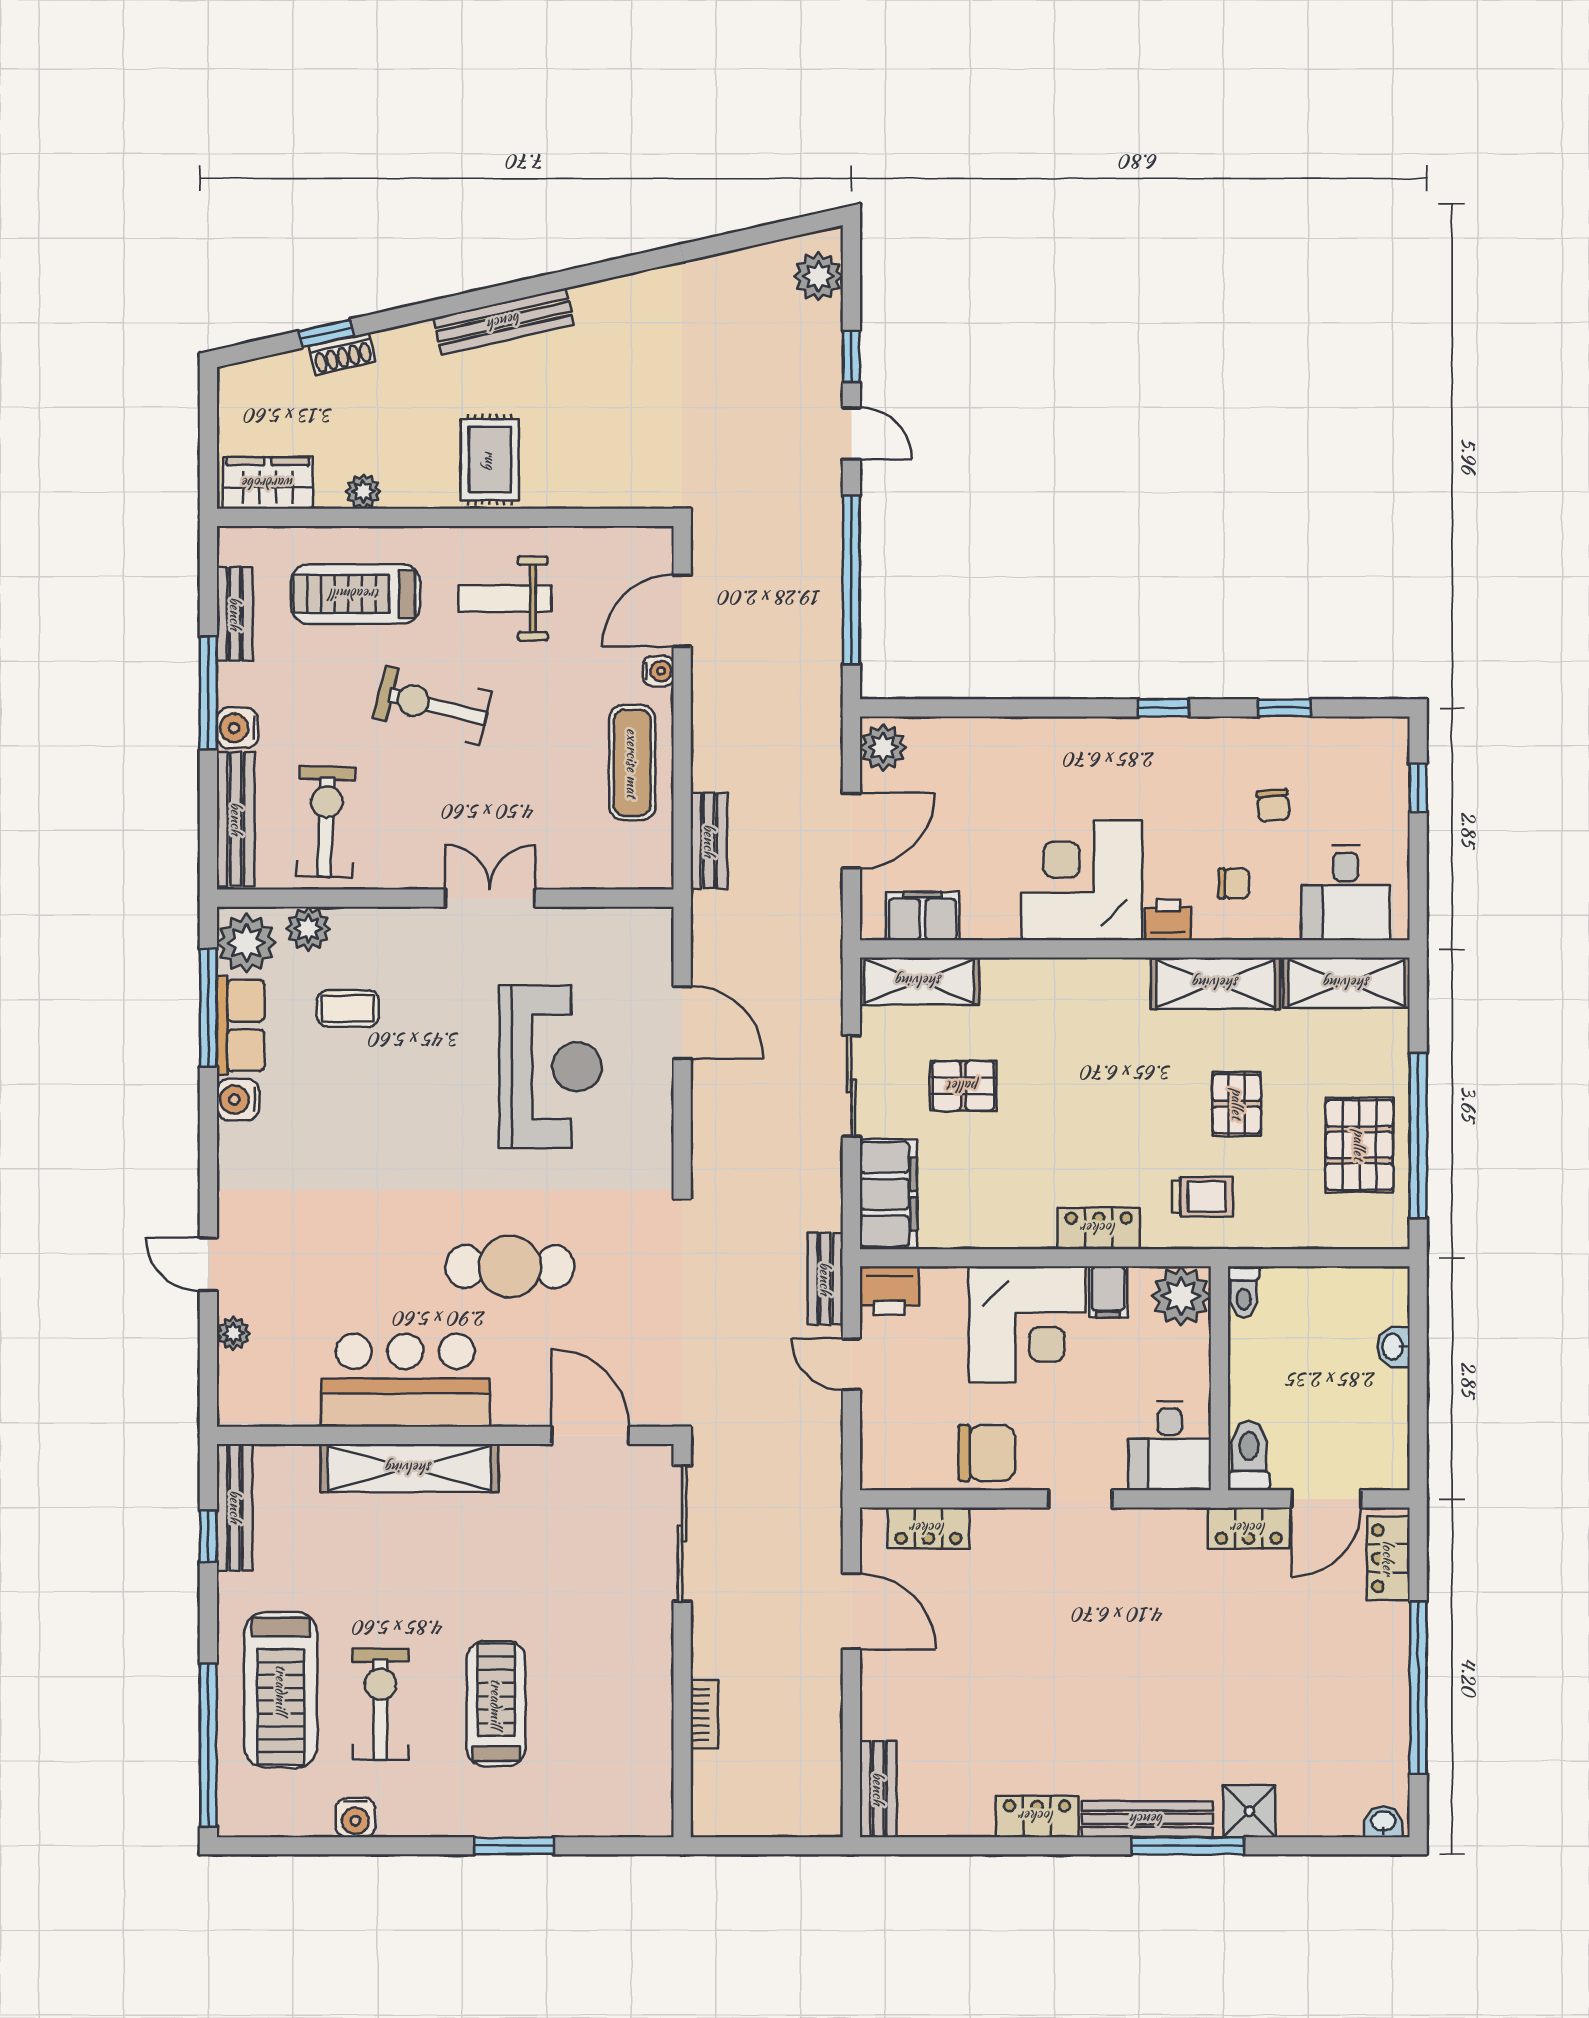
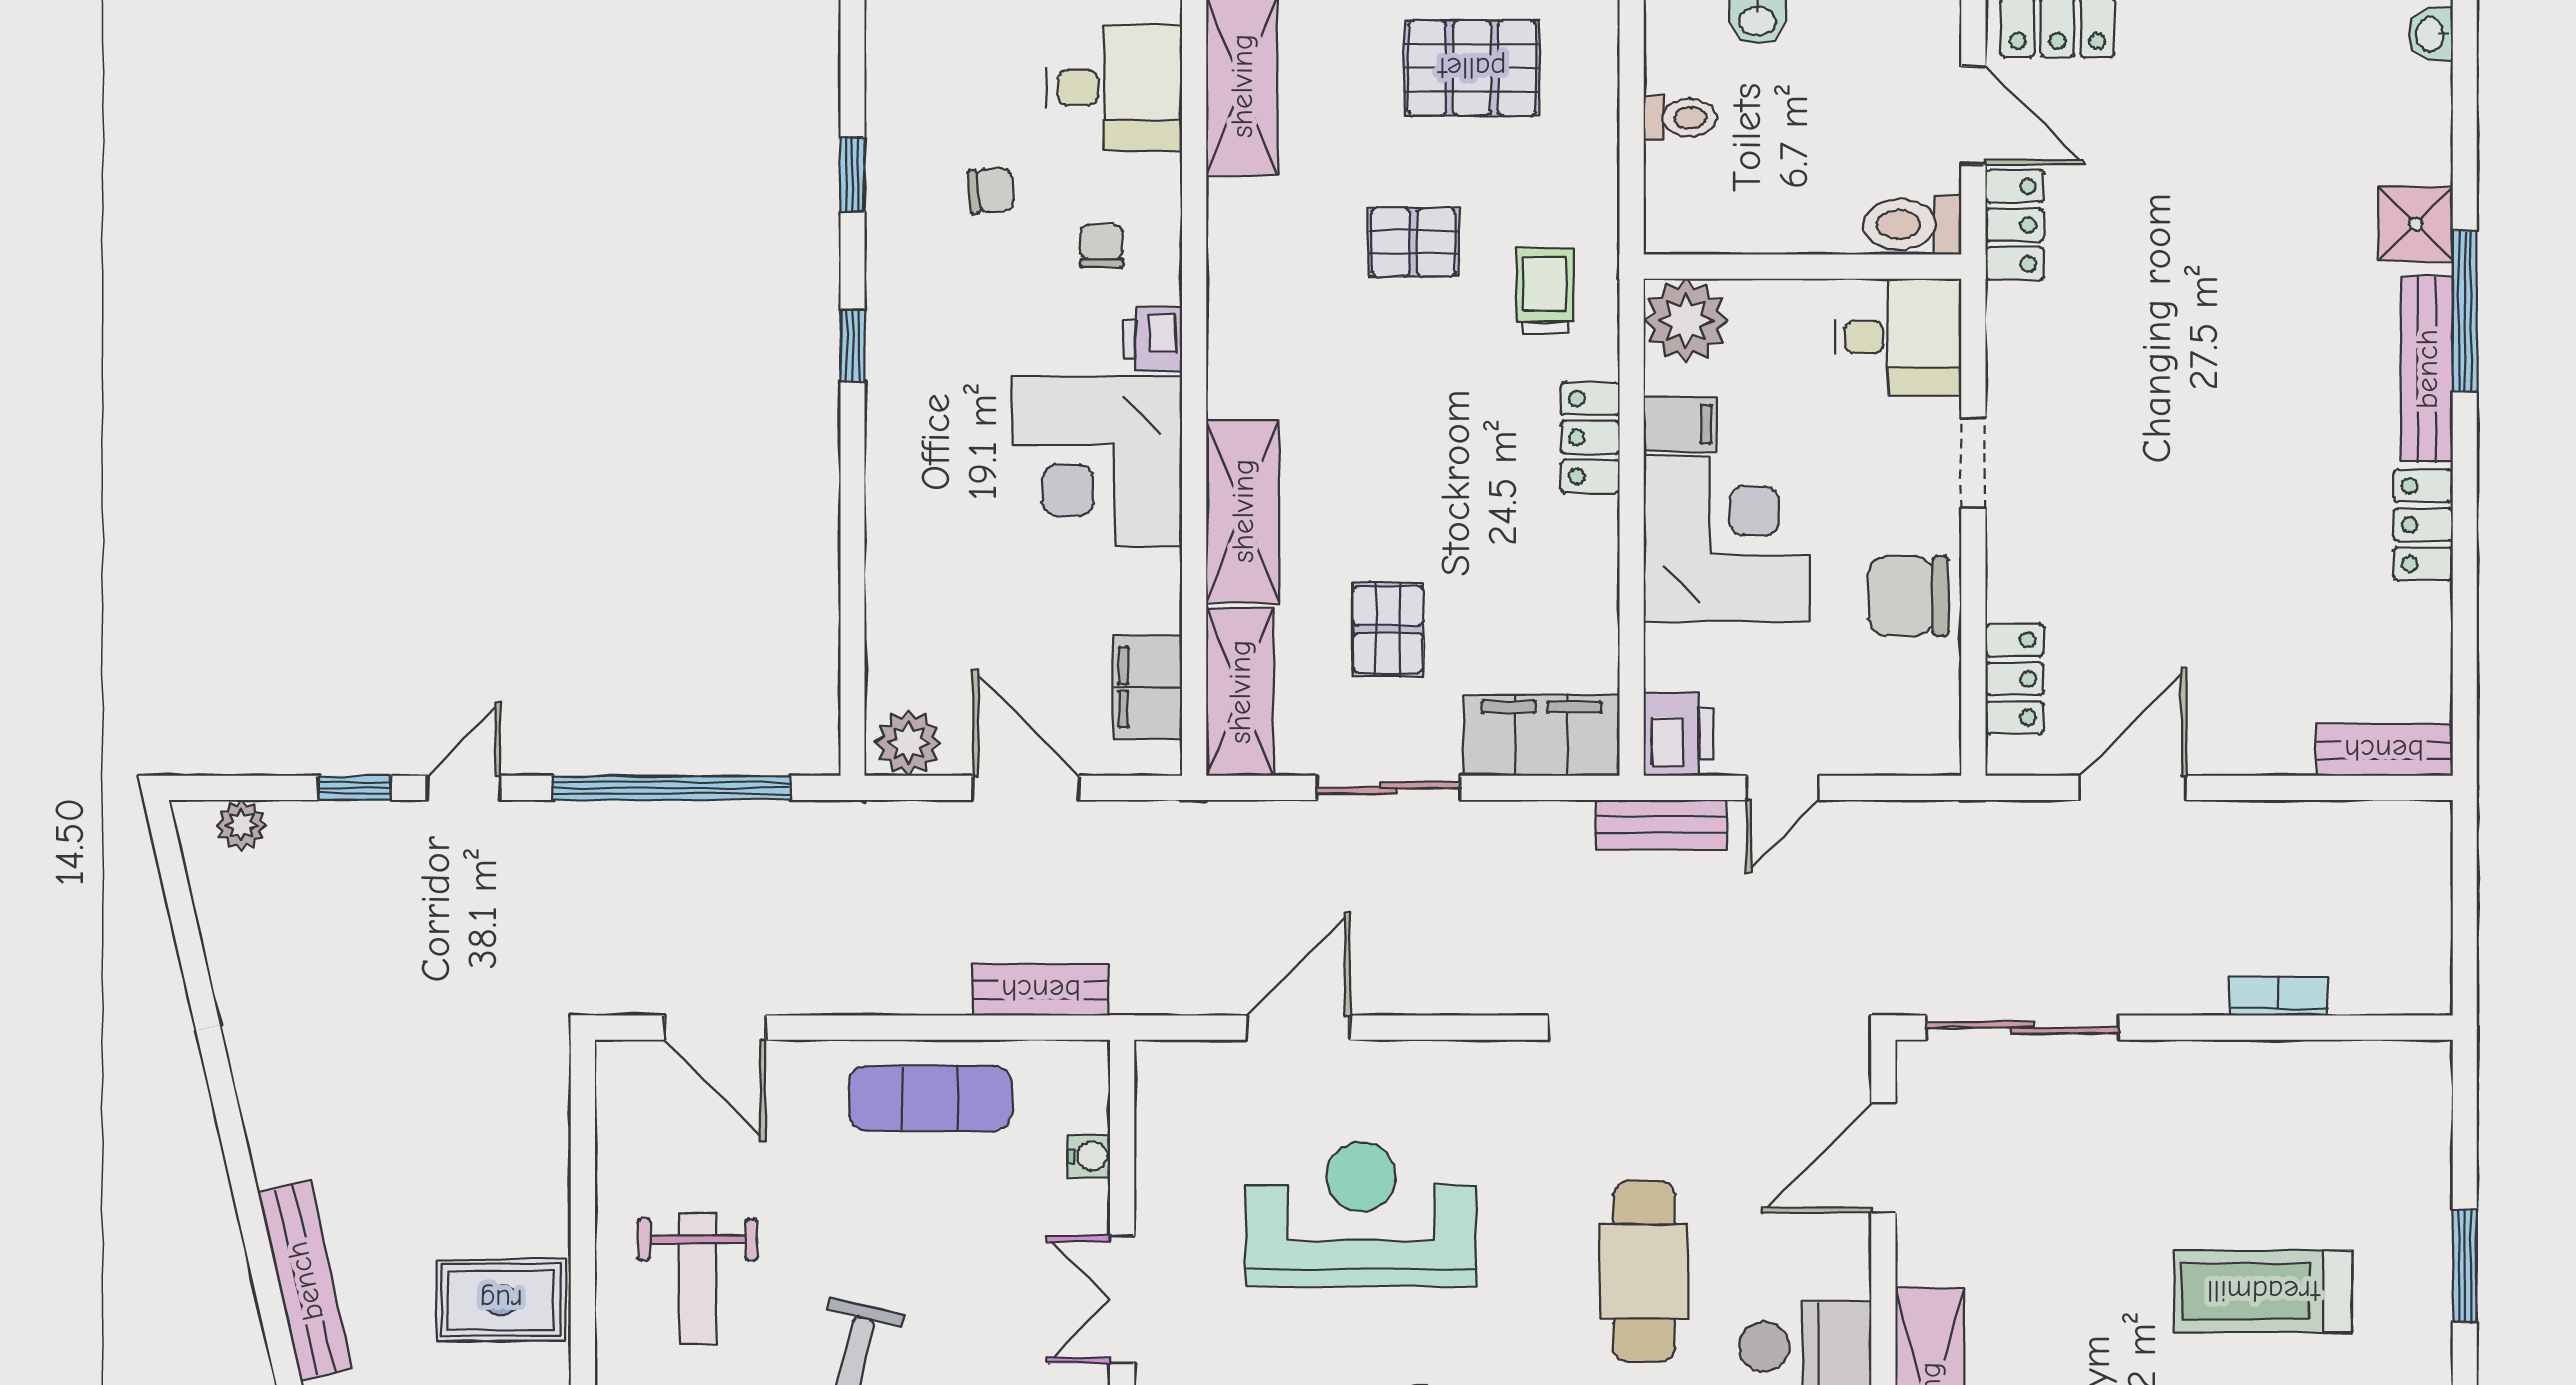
plant: (818, 276) -> (241, 825), width x0.73, depth x0.73
water cooler: (659, 671) -> (1089, 1156), moved, turned 90
shelving: (1216, 983) -> (1243, 511), moved
toilet: (1244, 1292) -> (1680, 118), moved
chair: (987, 1453) -> (1908, 596), turned -90

